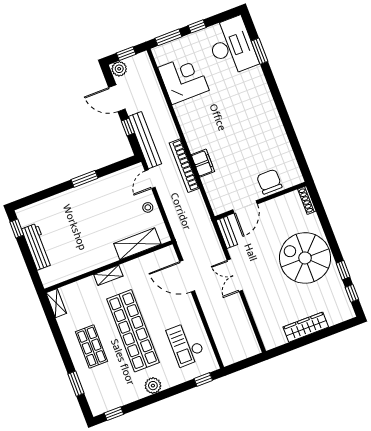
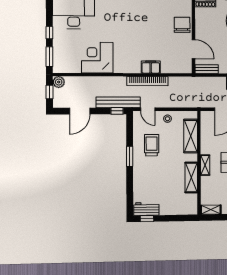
plant: (119, 69) -> (59, 82), moved
corner desk: (183, 79) -> (97, 58), moved
window: (128, 127) -> (117, 111), moved
chair: (269, 182) -> (182, 25), turned 90
trolley: (108, 200) -> (152, 145), added
workbench: (37, 247) -> (146, 209), moved, width x0.73
shelving: (87, 264) -> (191, 178), added

